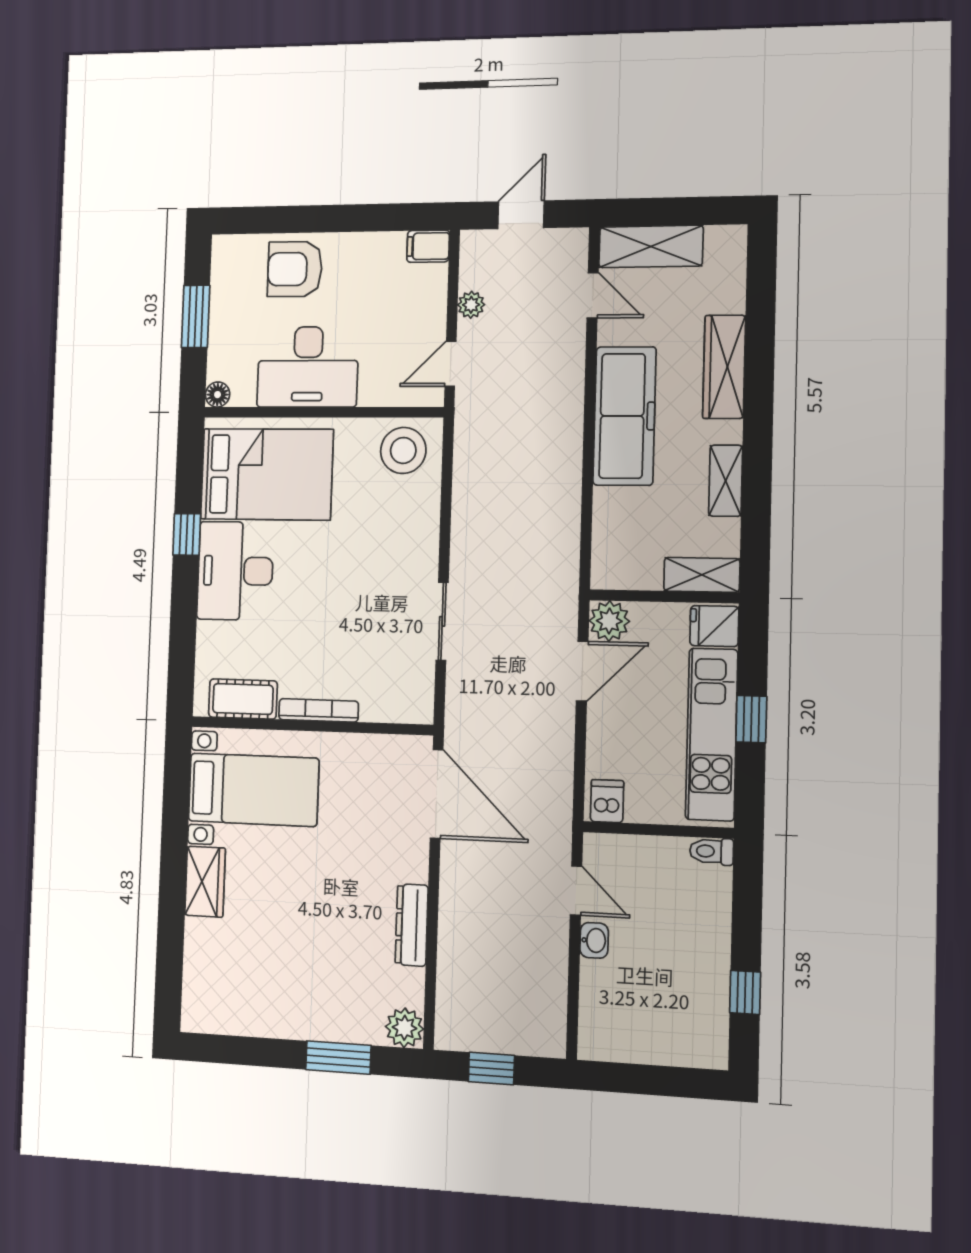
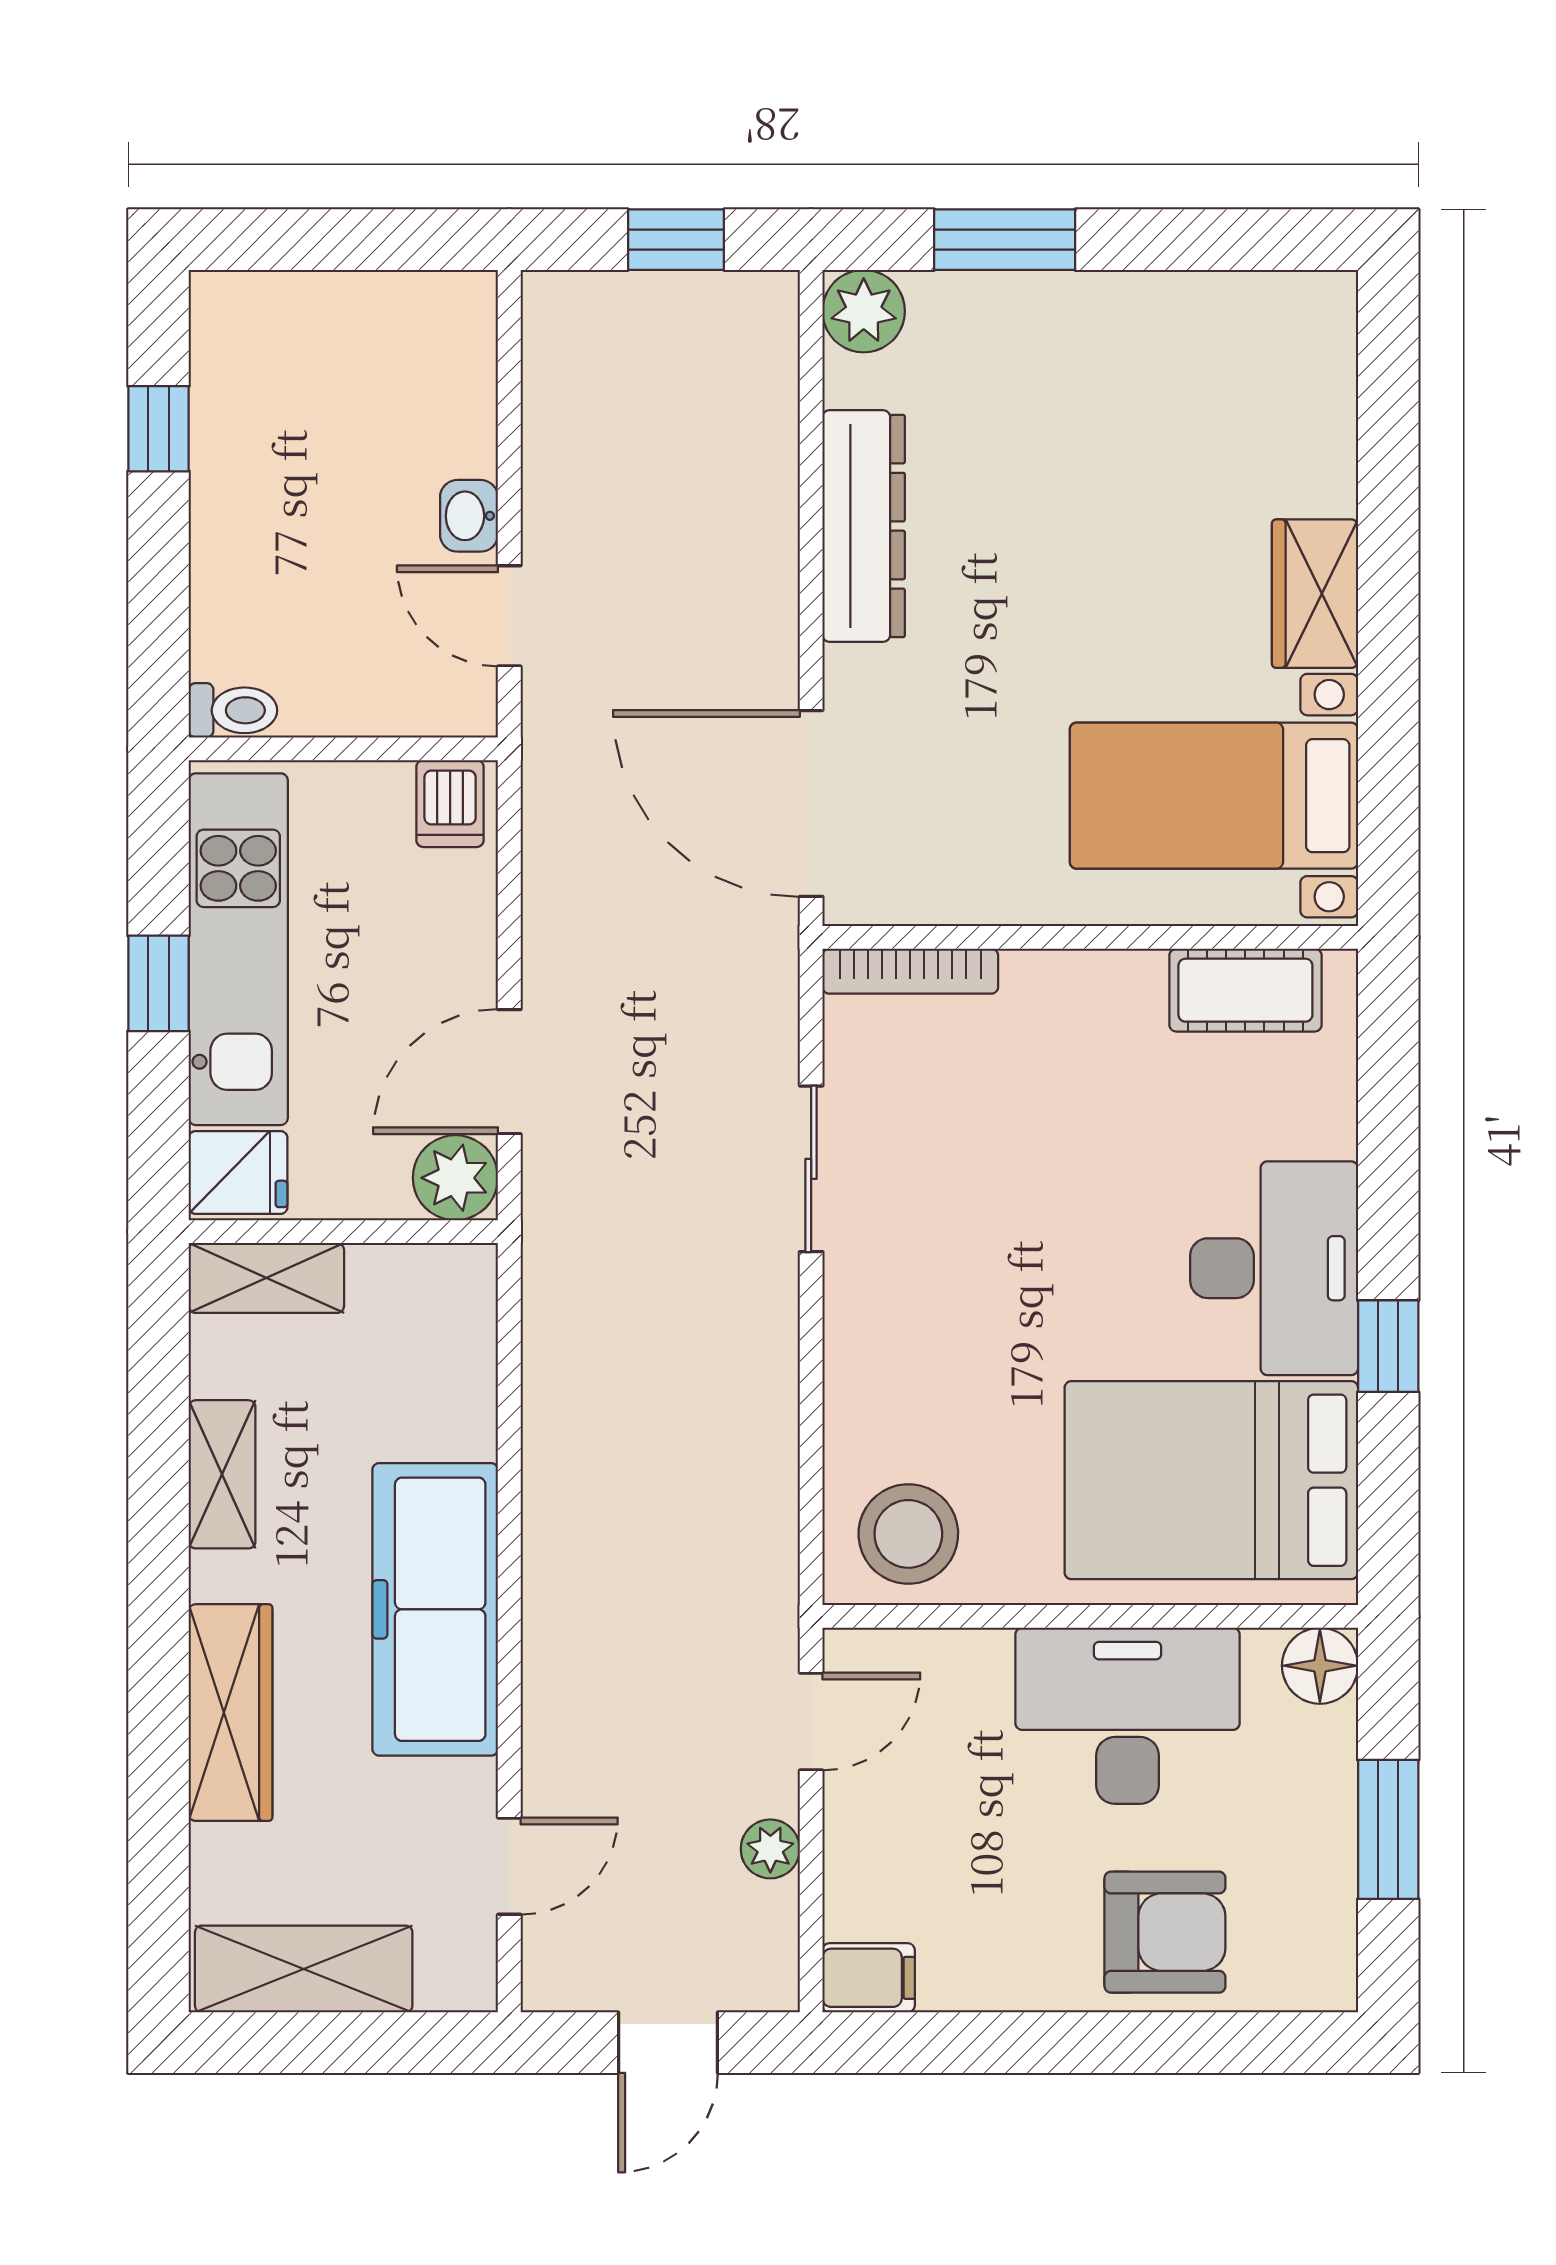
shelving: (651, 247) -> (304, 1969), moved
door: (593, 295) -> (509, 1866), swing flipped
floor lamp: (218, 395) -> (1320, 1666), width x1.37, depth x1.37
bookcase: (319, 710) -> (910, 971), moved
dresser: (412, 925) -> (864, 526), width x1.37, depth x1.24

